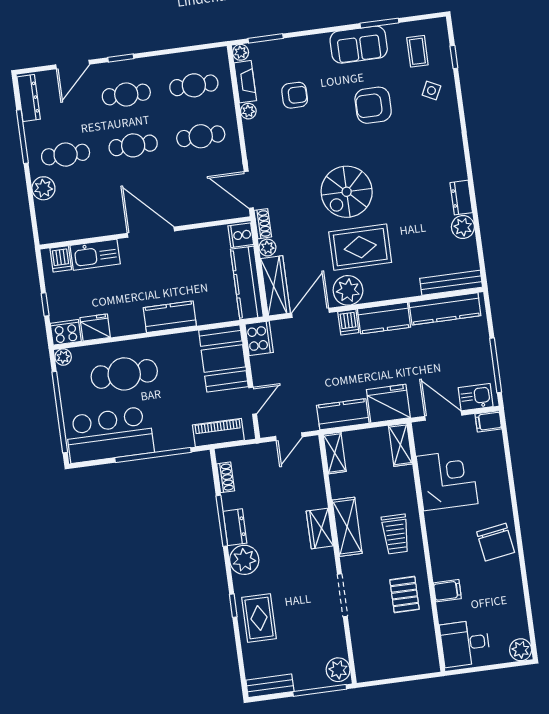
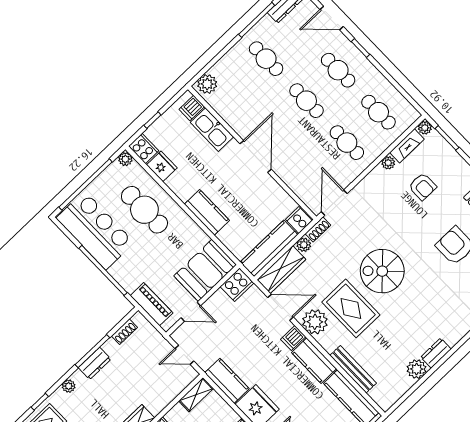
plant: (43, 188) -> (207, 84), moved
bench: (451, 283) -> (353, 369), moved
plant: (244, 560) -> (69, 386), width x0.53, depth x0.53

